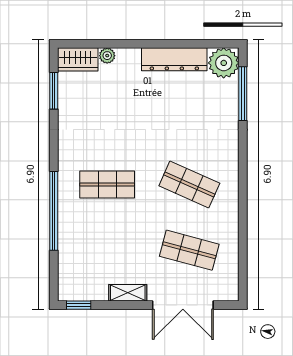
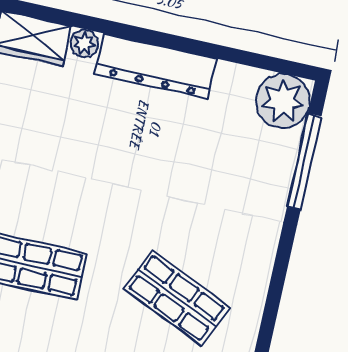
dresser: (174, 59) -> (156, 66), moved

